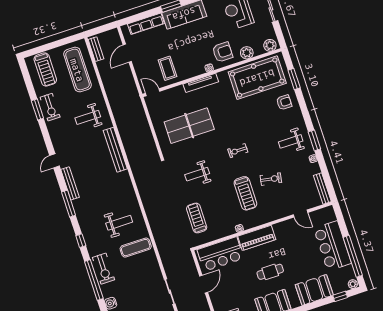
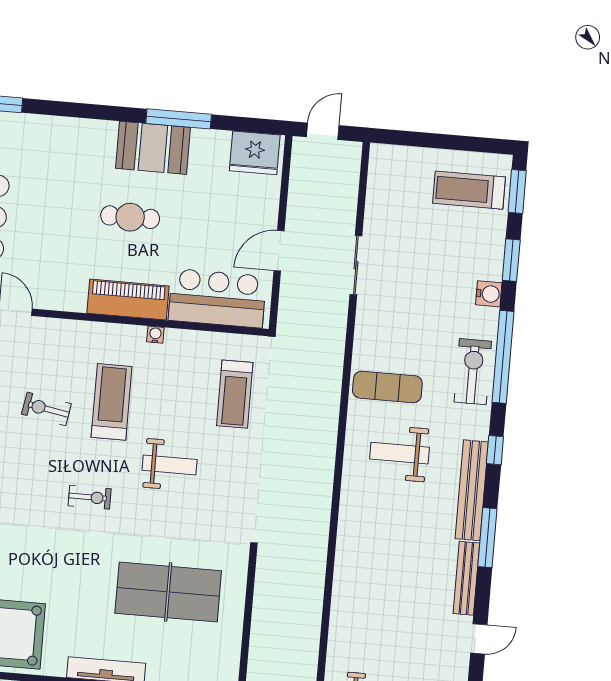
bench: (115, 150) -> (472, 490), moved
weight bench: (197, 174) -> (170, 465), moved
booth: (314, 290) -> (55, 140), removed

